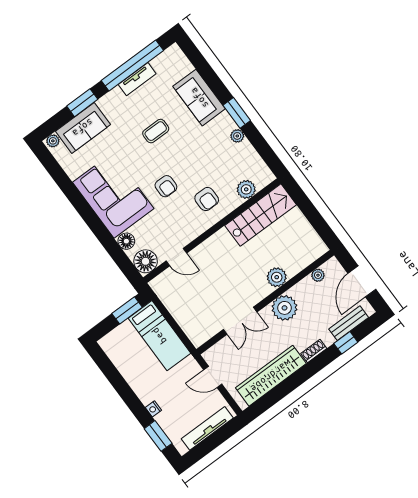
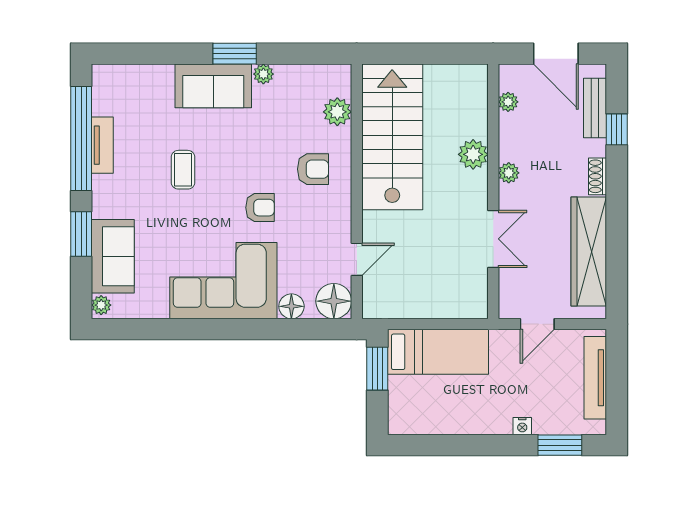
sofa: (199, 98) -> (213, 86), moved
stairs: (261, 215) -> (392, 137), width x1.36, depth x1.51
plant: (284, 308) -> (509, 173), width x0.53, depth x0.53

